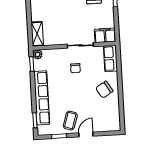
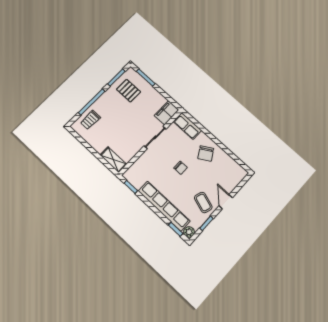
plant: (38, 54) -> (189, 232), moved
chair: (75, 68) -> (181, 168), moved

